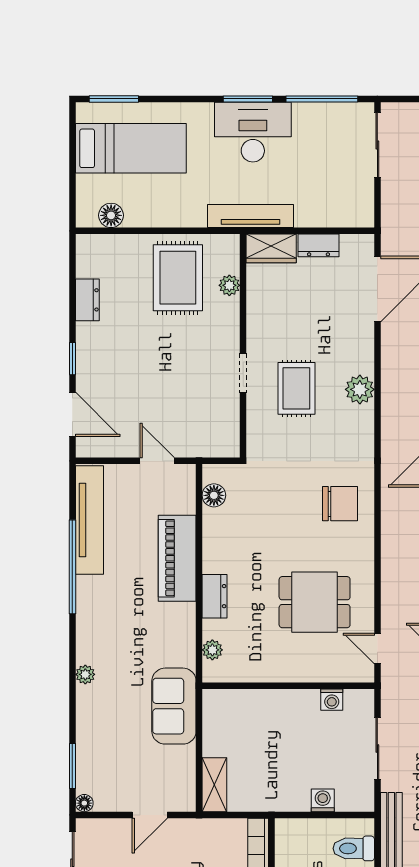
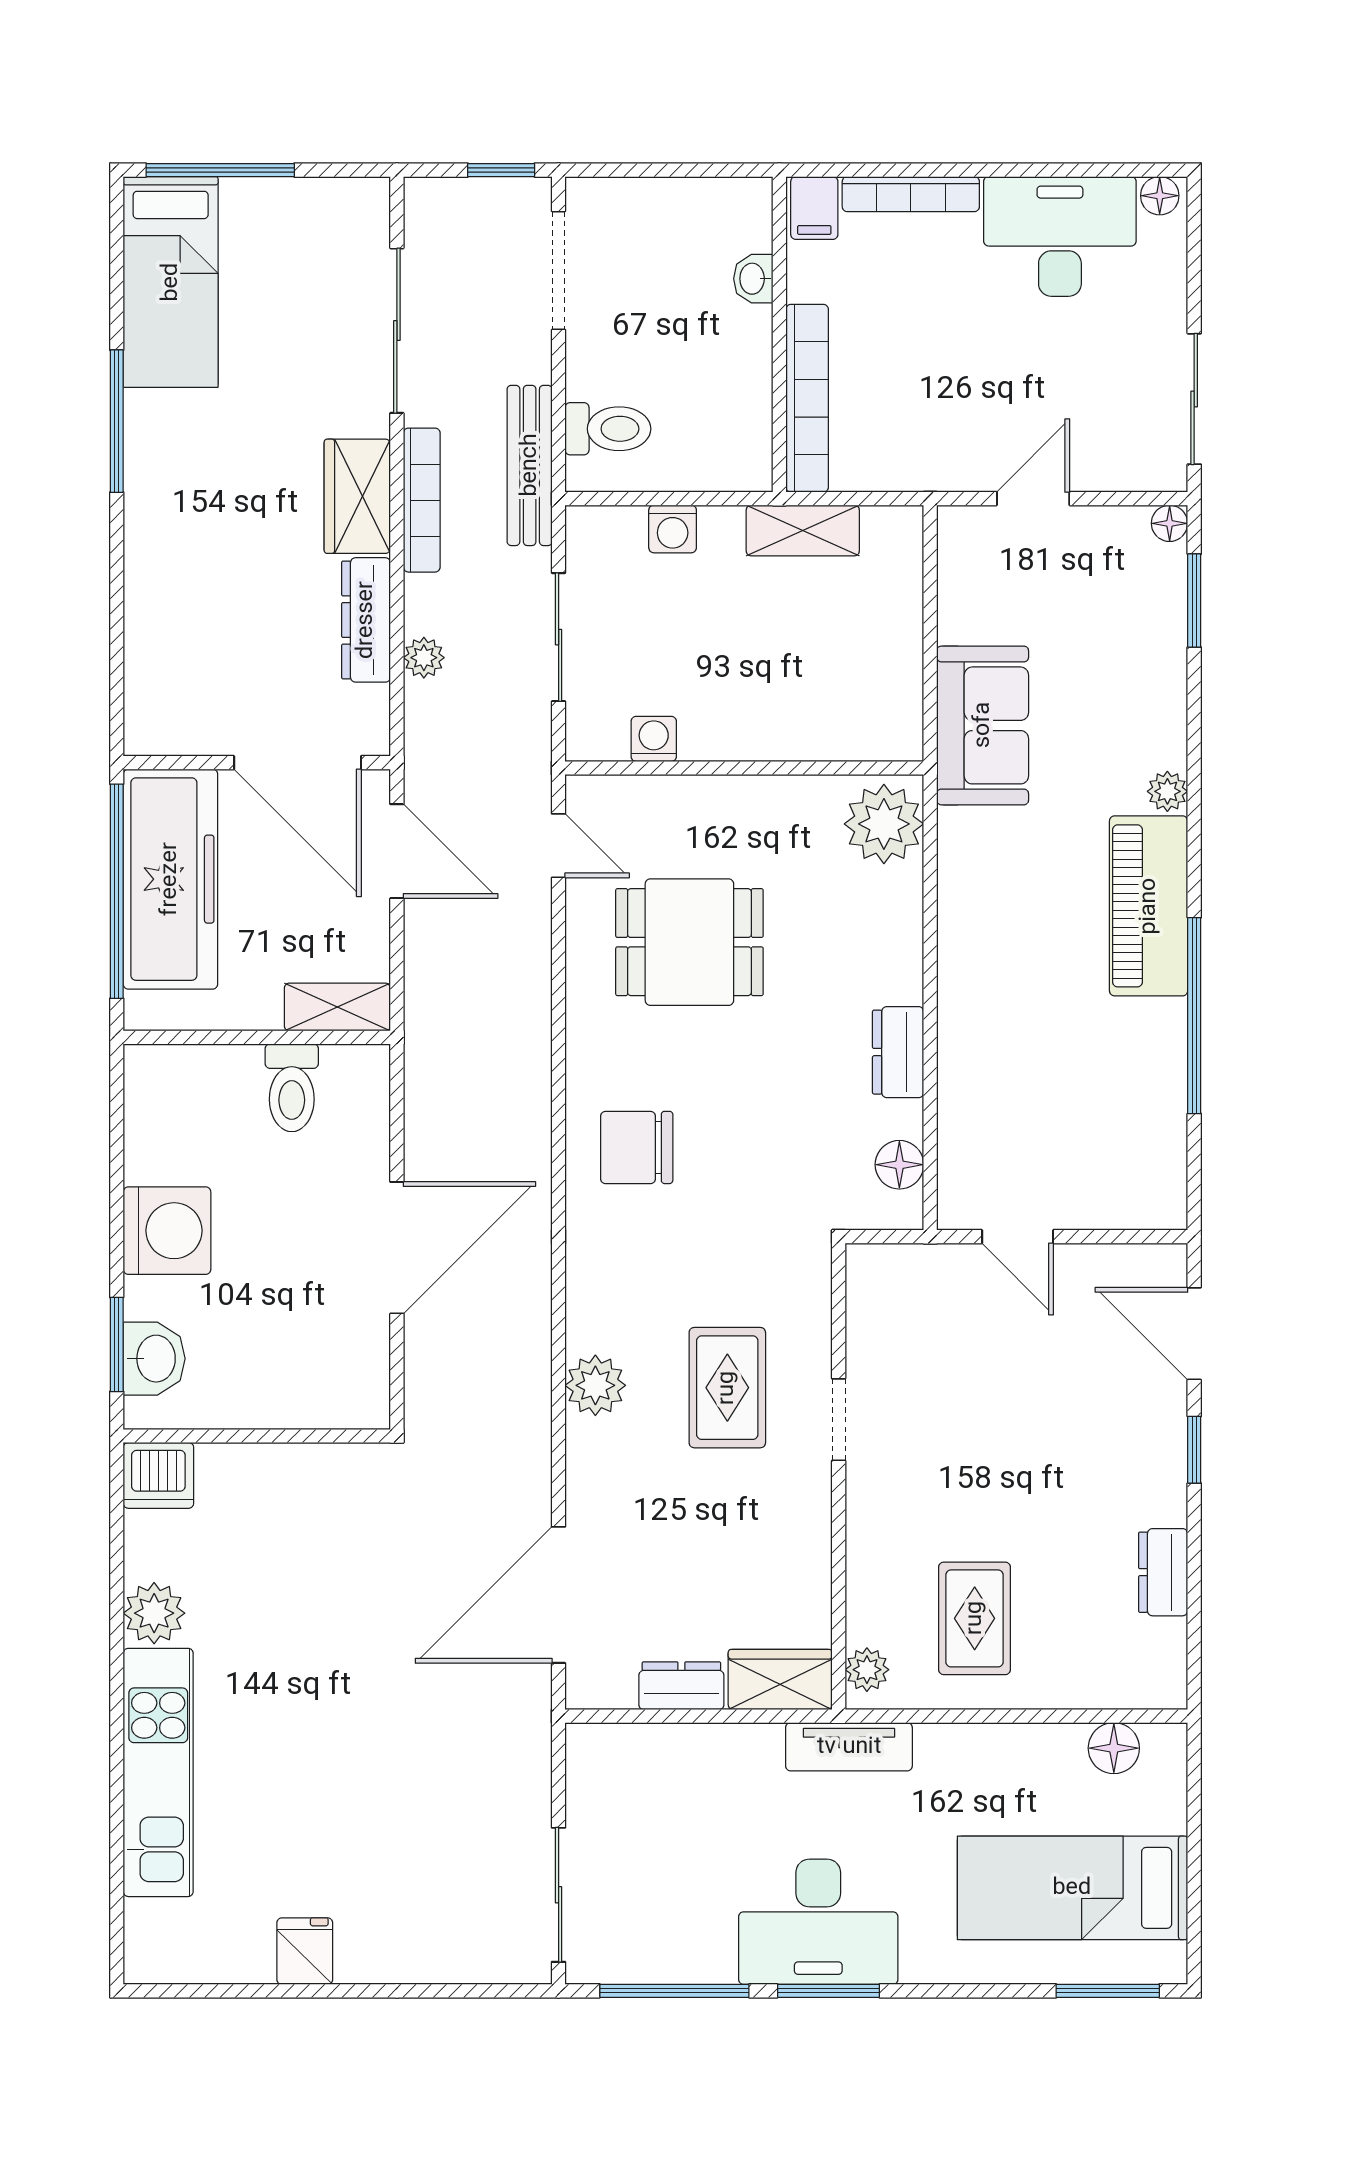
tv unit: (251, 216) -> (849, 1747), width x0.71
rug: (178, 278) -> (975, 1618), width x0.73, depth x0.70
plant: (229, 285) -> (867, 1670), moved
tv unit: (89, 520) -> (1159, 1113), removed
piano: (177, 558) -> (1149, 906), moved, turned 180
dresser: (214, 596) -> (898, 1052), moved
plant: (212, 650) -> (884, 824), width x1.87, depth x1.87
shelving: (214, 785) -> (803, 531), moved, turned 90

